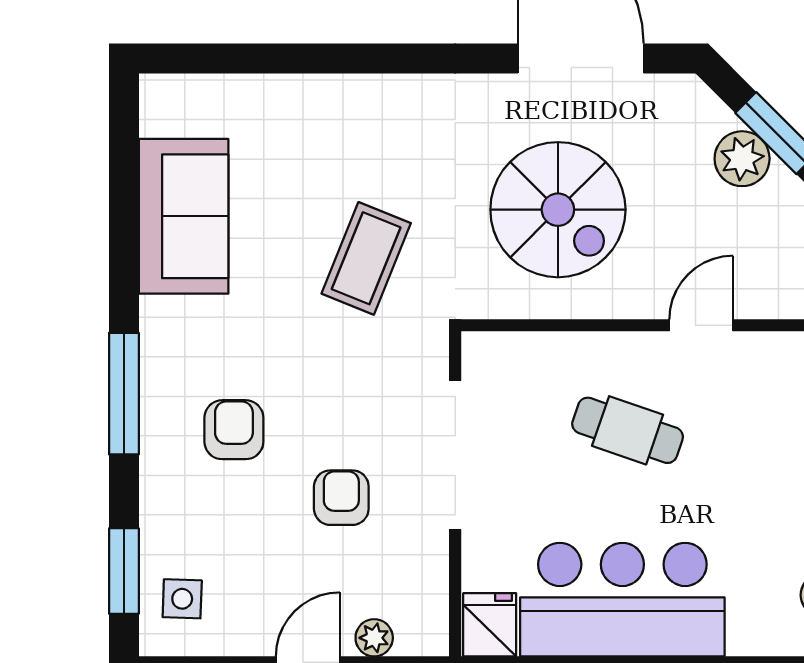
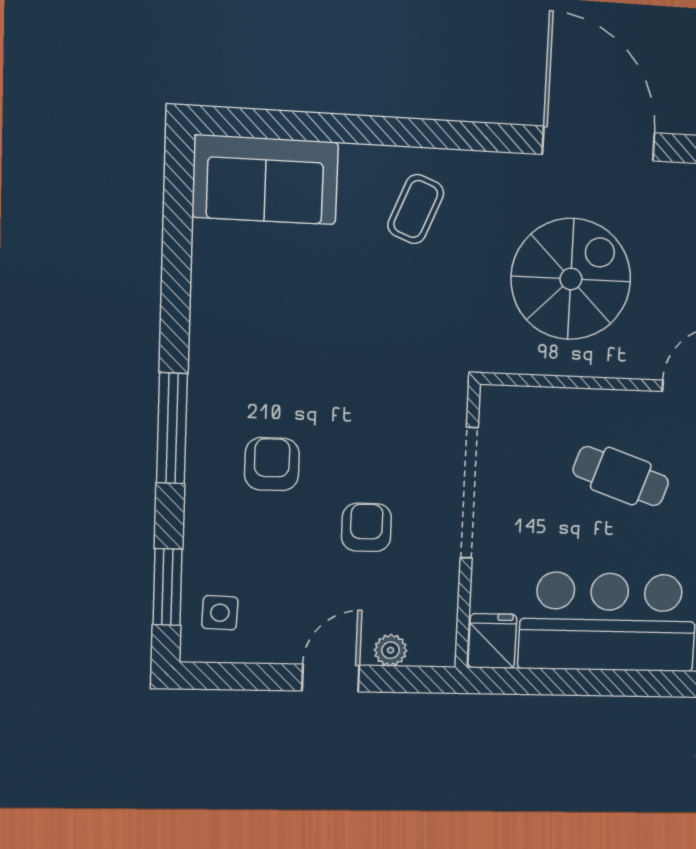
spiral stairs: (558, 210) -> (571, 279), turned -90
sofa: (184, 216) -> (265, 180), moved, turned 90
coffee table: (366, 258) -> (416, 209), moved, width x0.73, depth x0.77

